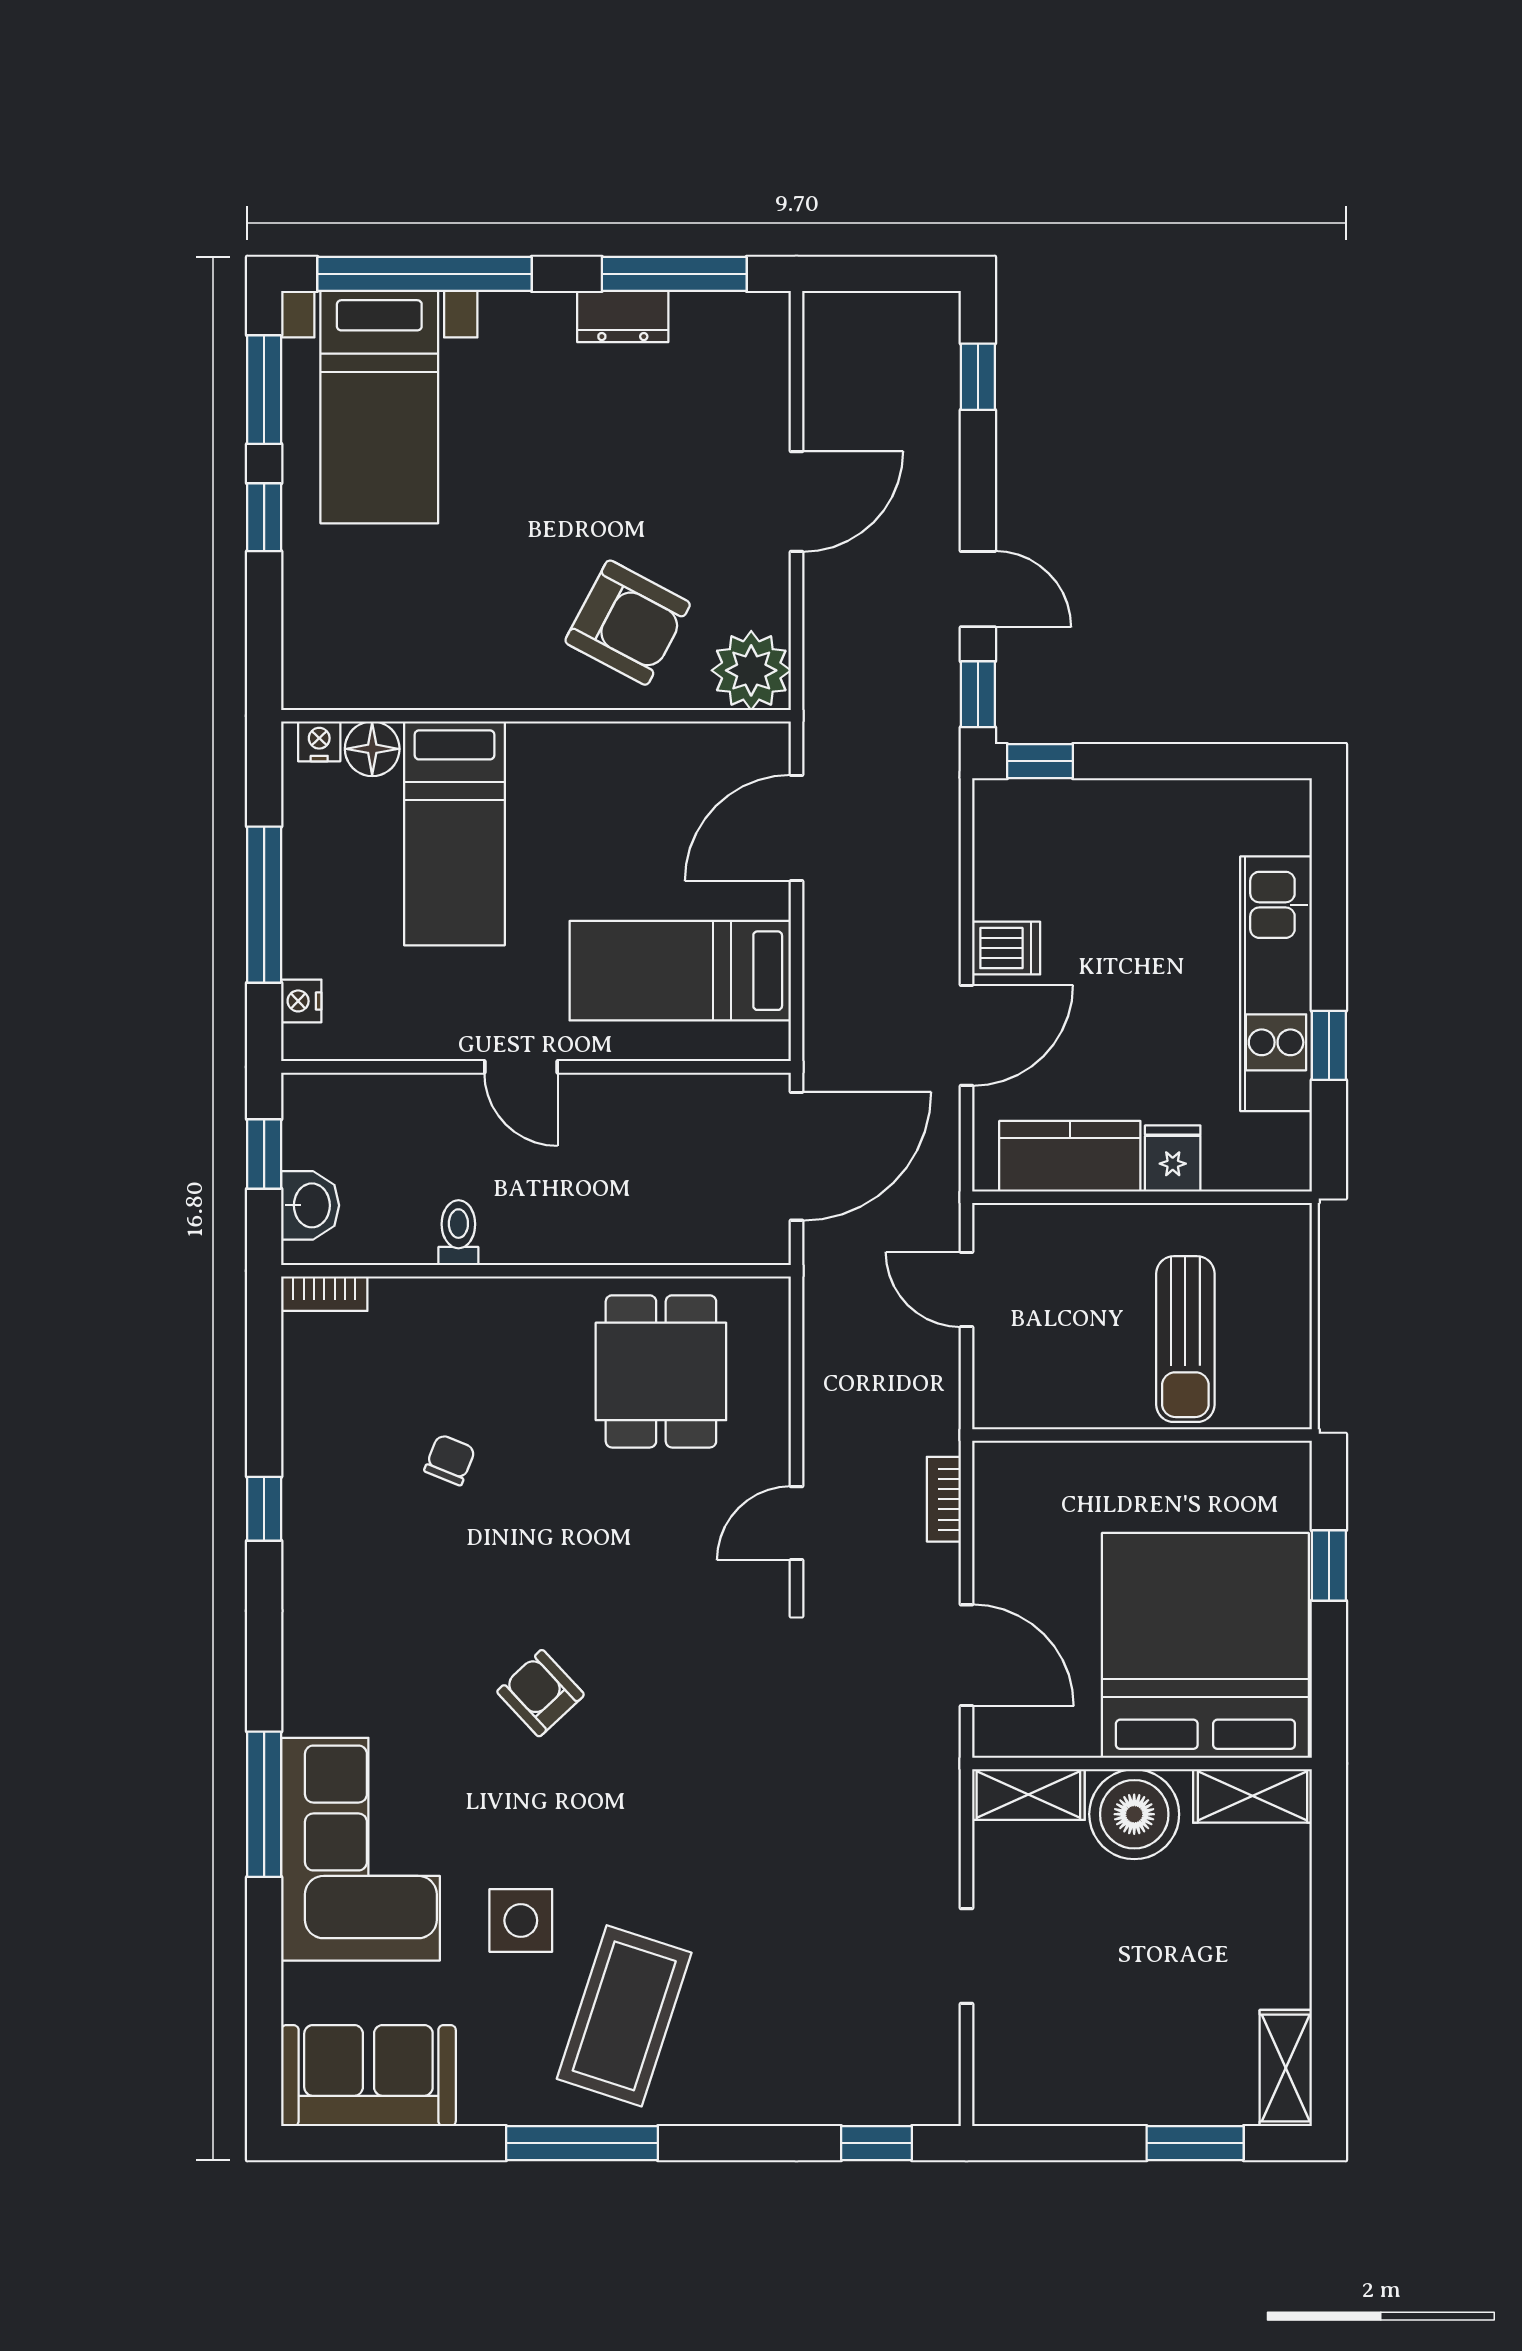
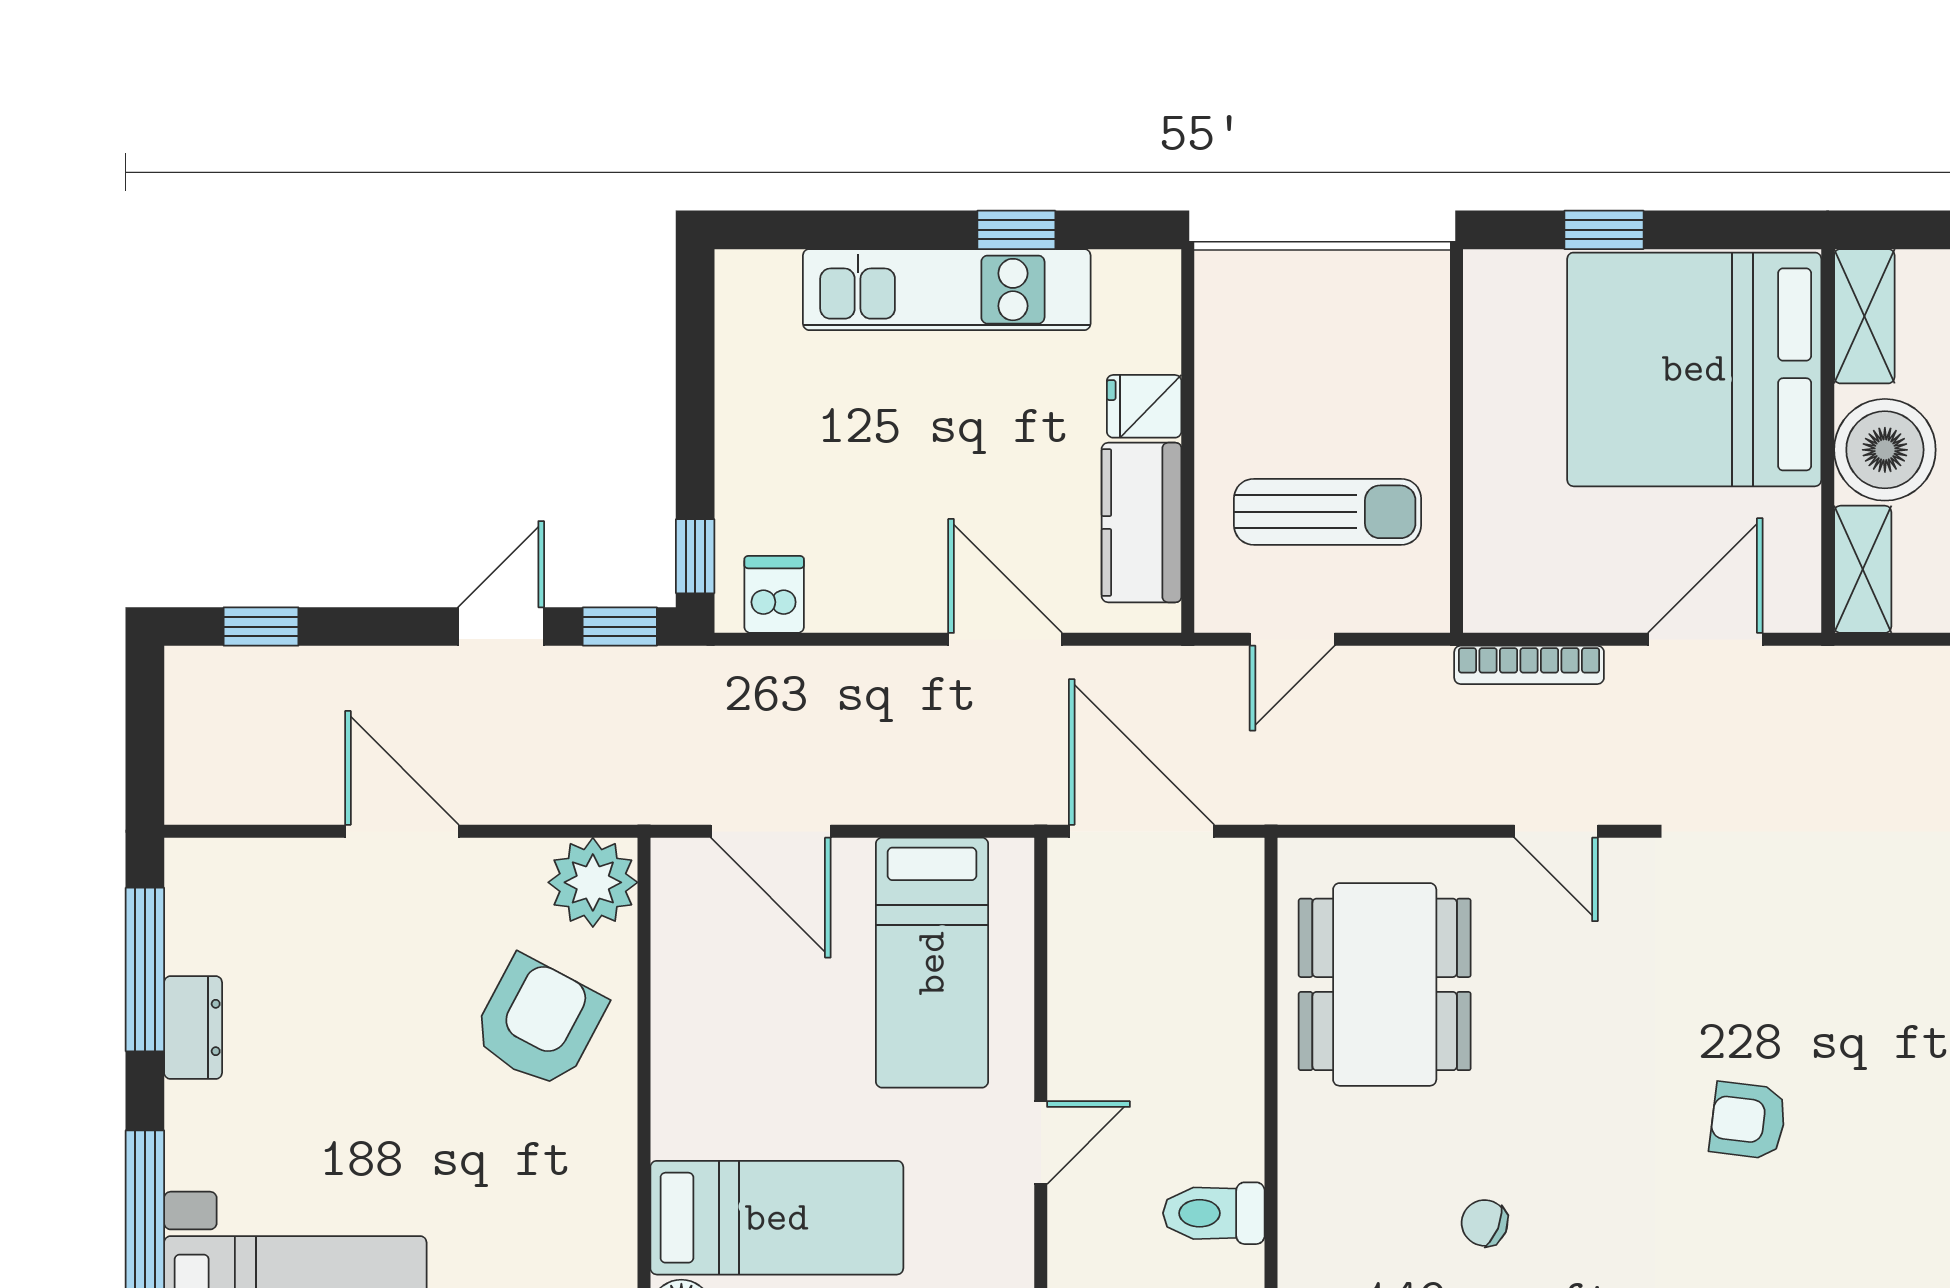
dishwasher: (1006, 948) -> (774, 594), moved
toilet: (458, 1233) -> (1214, 1213), width x1.37, depth x1.39
sun lounger: (1185, 1339) -> (1327, 512), moved
dining table: (661, 1371) -> (1385, 984), width x1.38
bookcase: (944, 1499) -> (1529, 665), width x1.56
armchair: (541, 1693) -> (1748, 1120), turned 50

